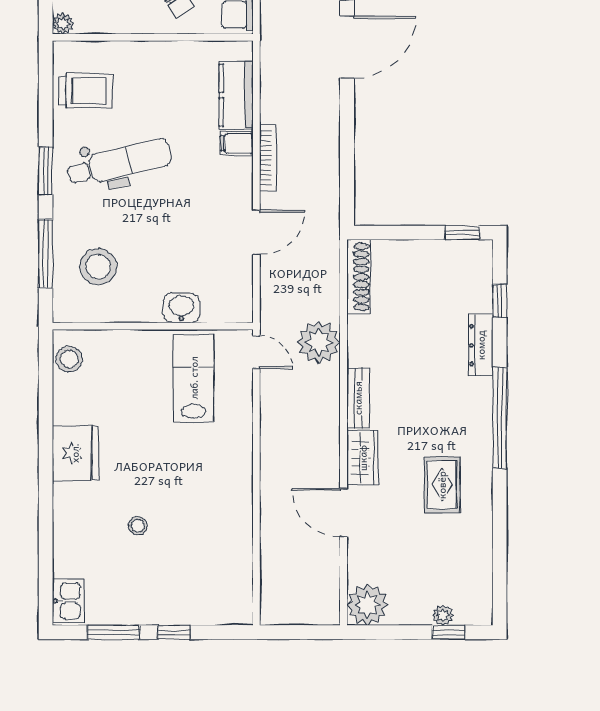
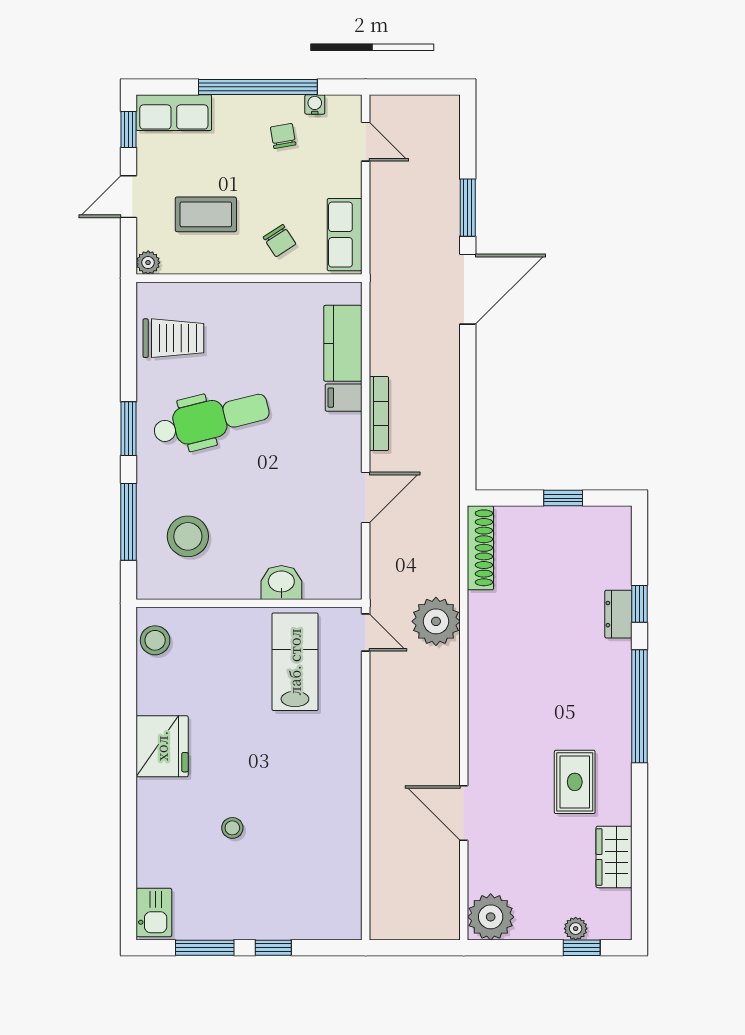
window: (463, 233) -> (563, 498), moved
window: (500, 301) -> (640, 604), moved
dresser: (481, 345) -> (618, 614), width x0.70
bench: (358, 398) -> (480, 684), removed
wardrobe: (363, 458) -> (614, 857), moved, turned 180

